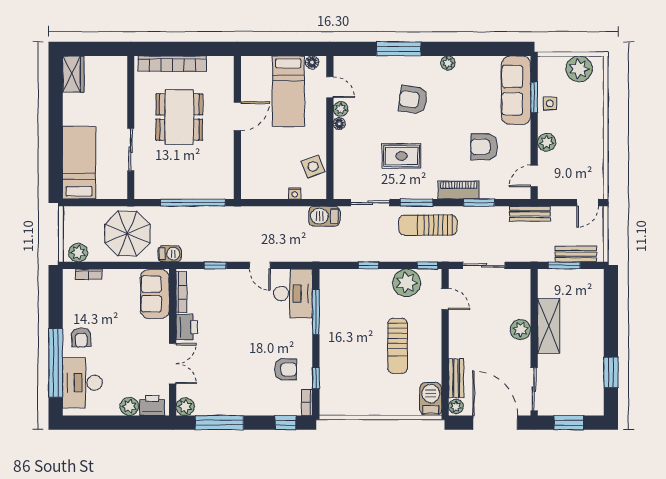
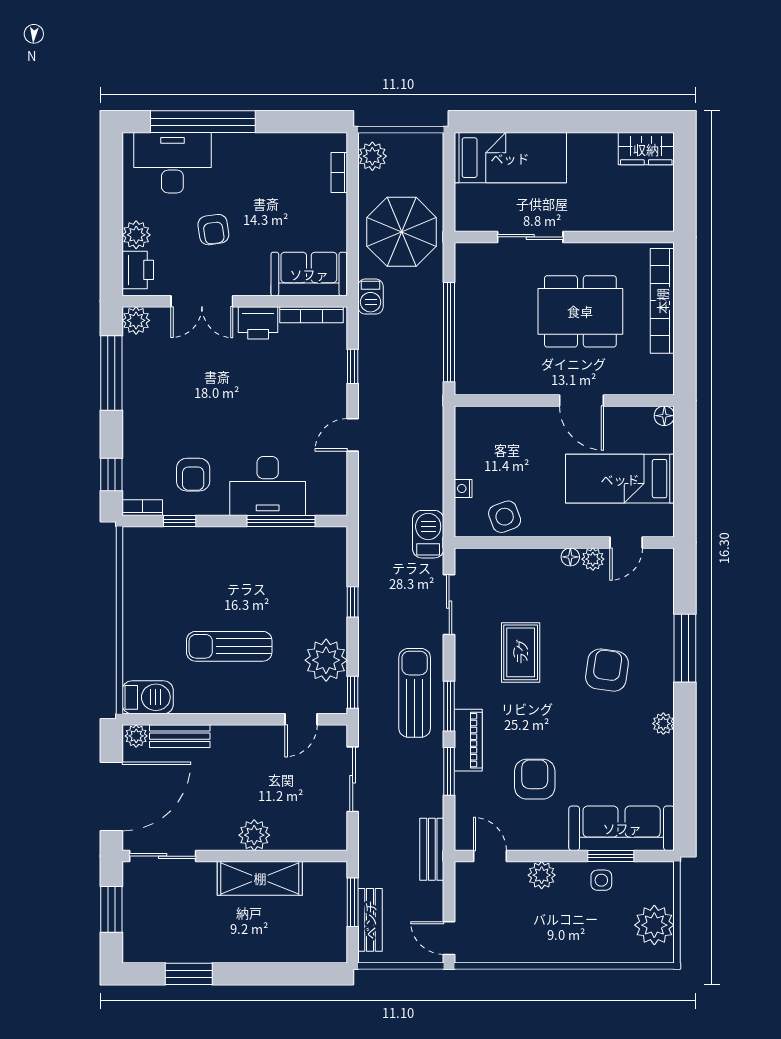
floor lamp: (312, 62) -> (664, 416), moved
window: (417, 203) -> (449, 706), moved
desk: (293, 293) -> (268, 486), moved
armchair: (81, 337) -> (213, 230), moved, turned -96

